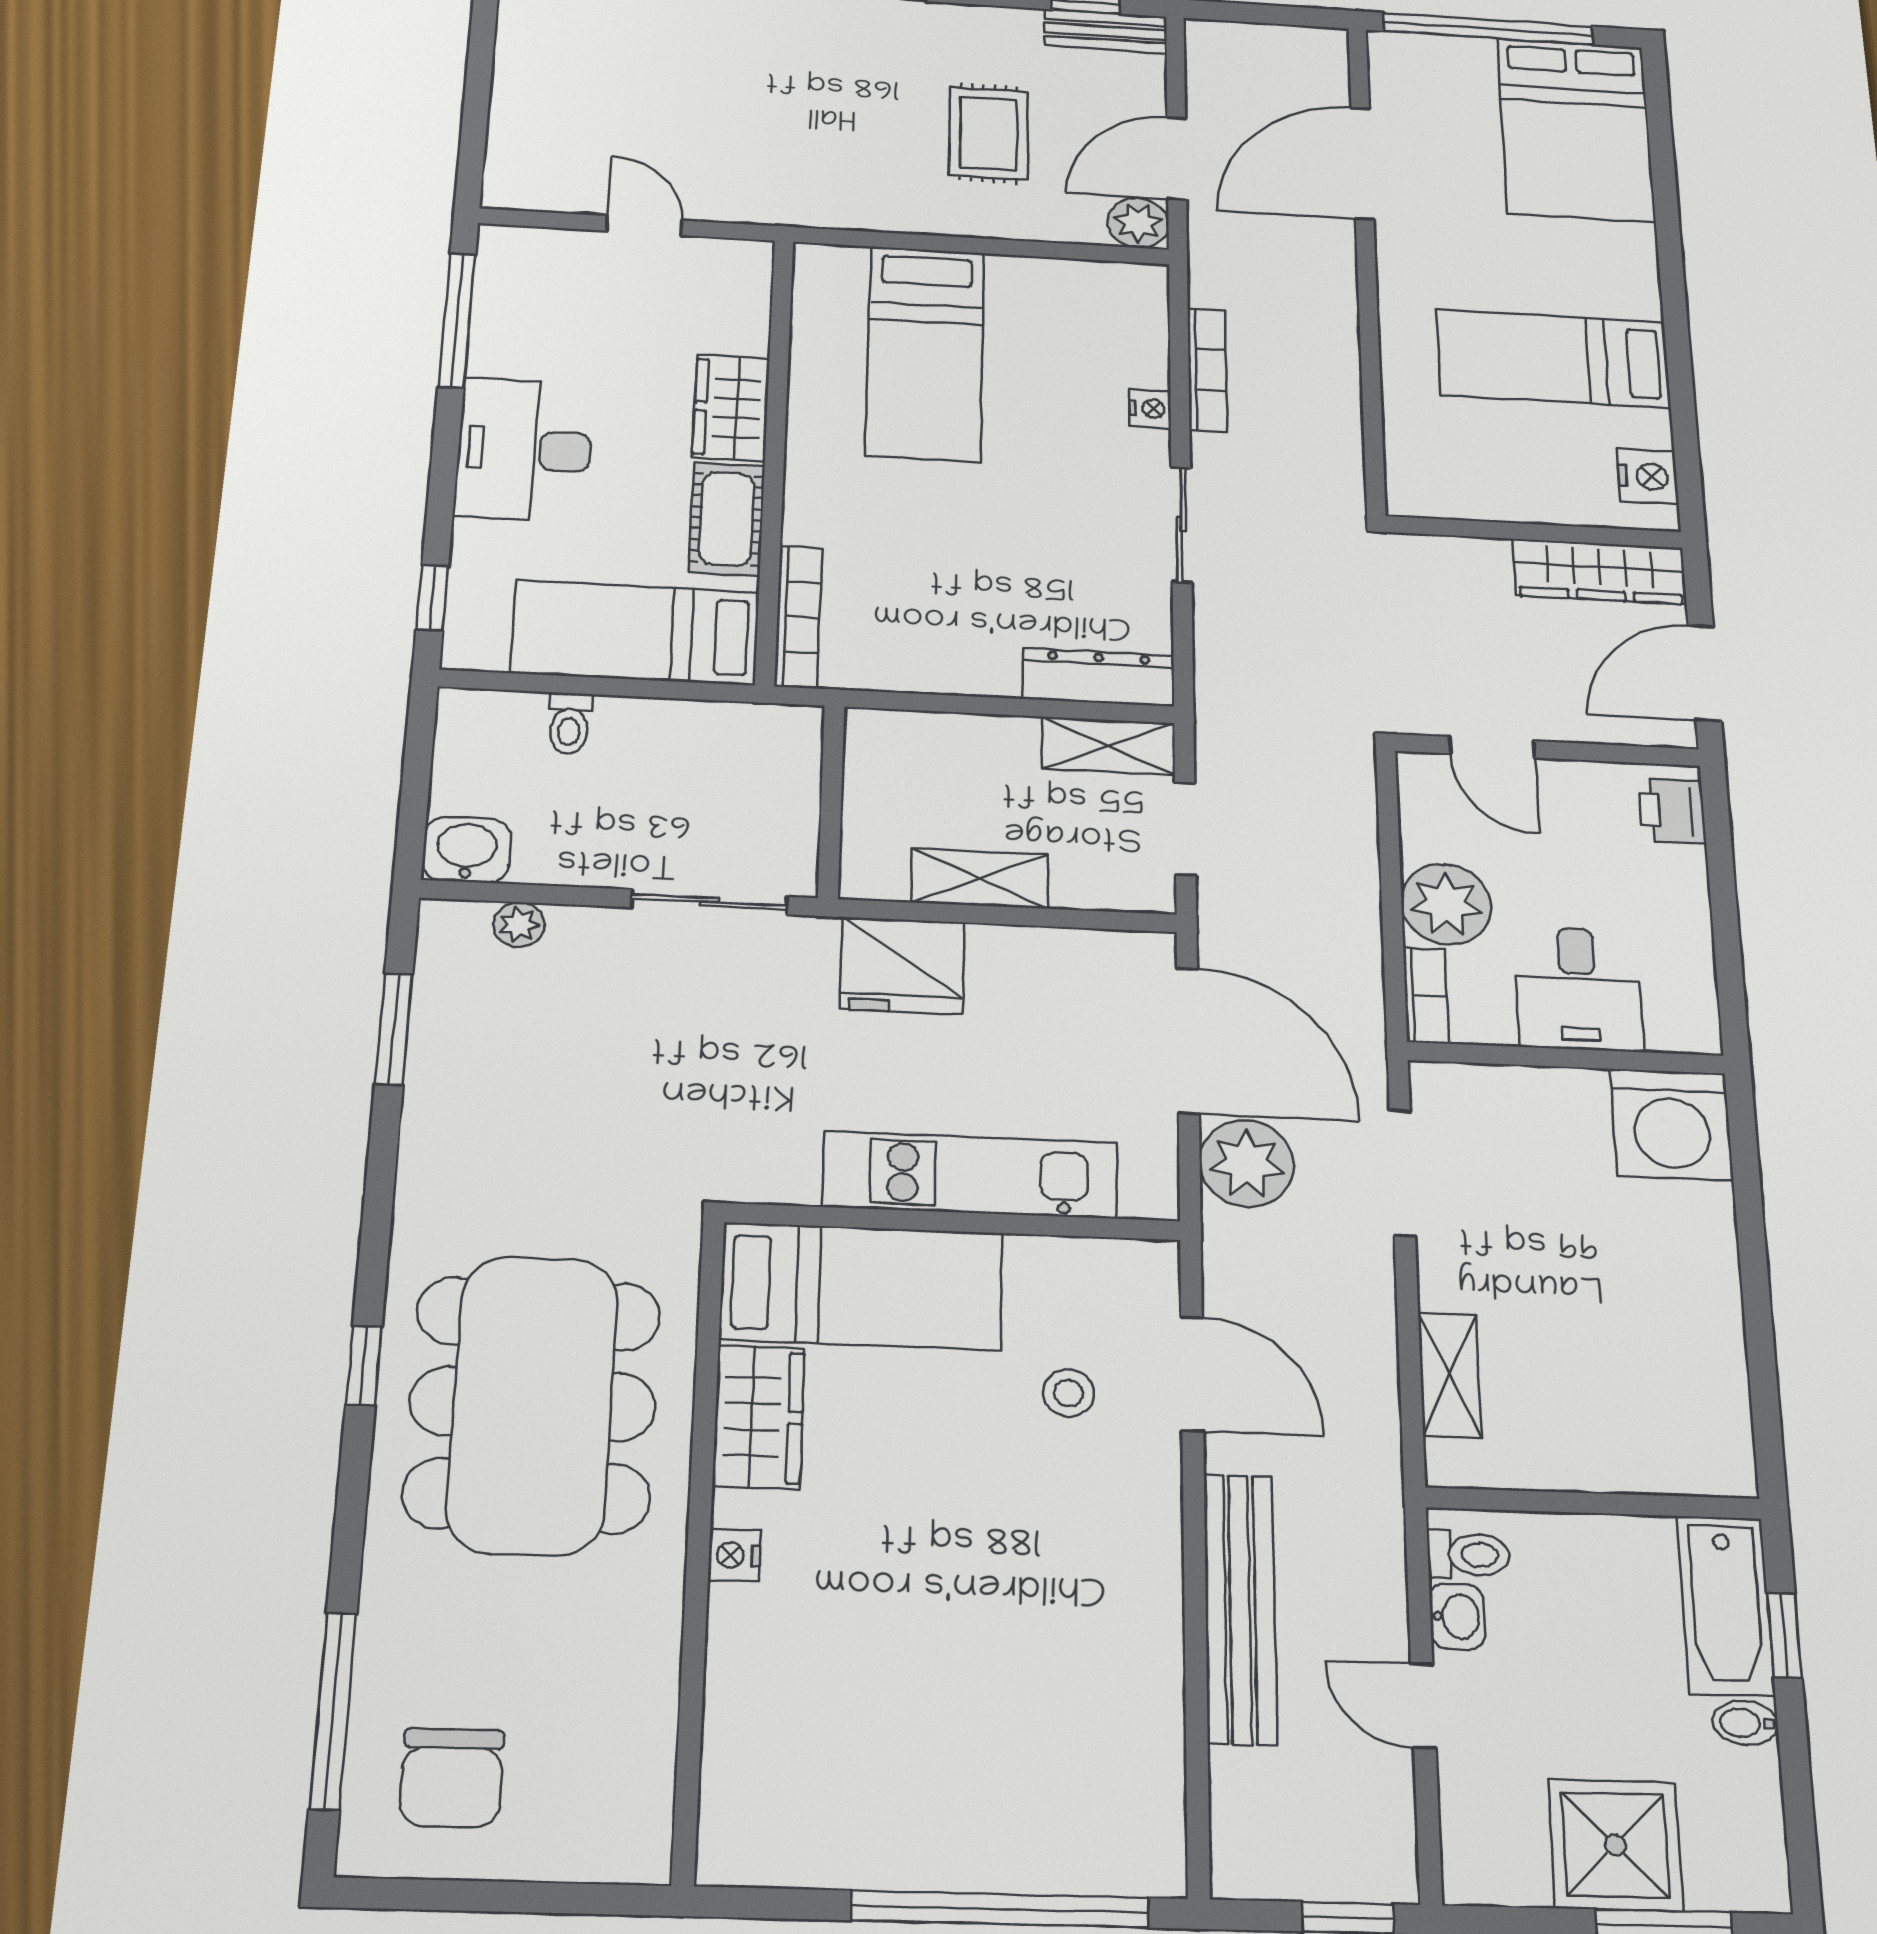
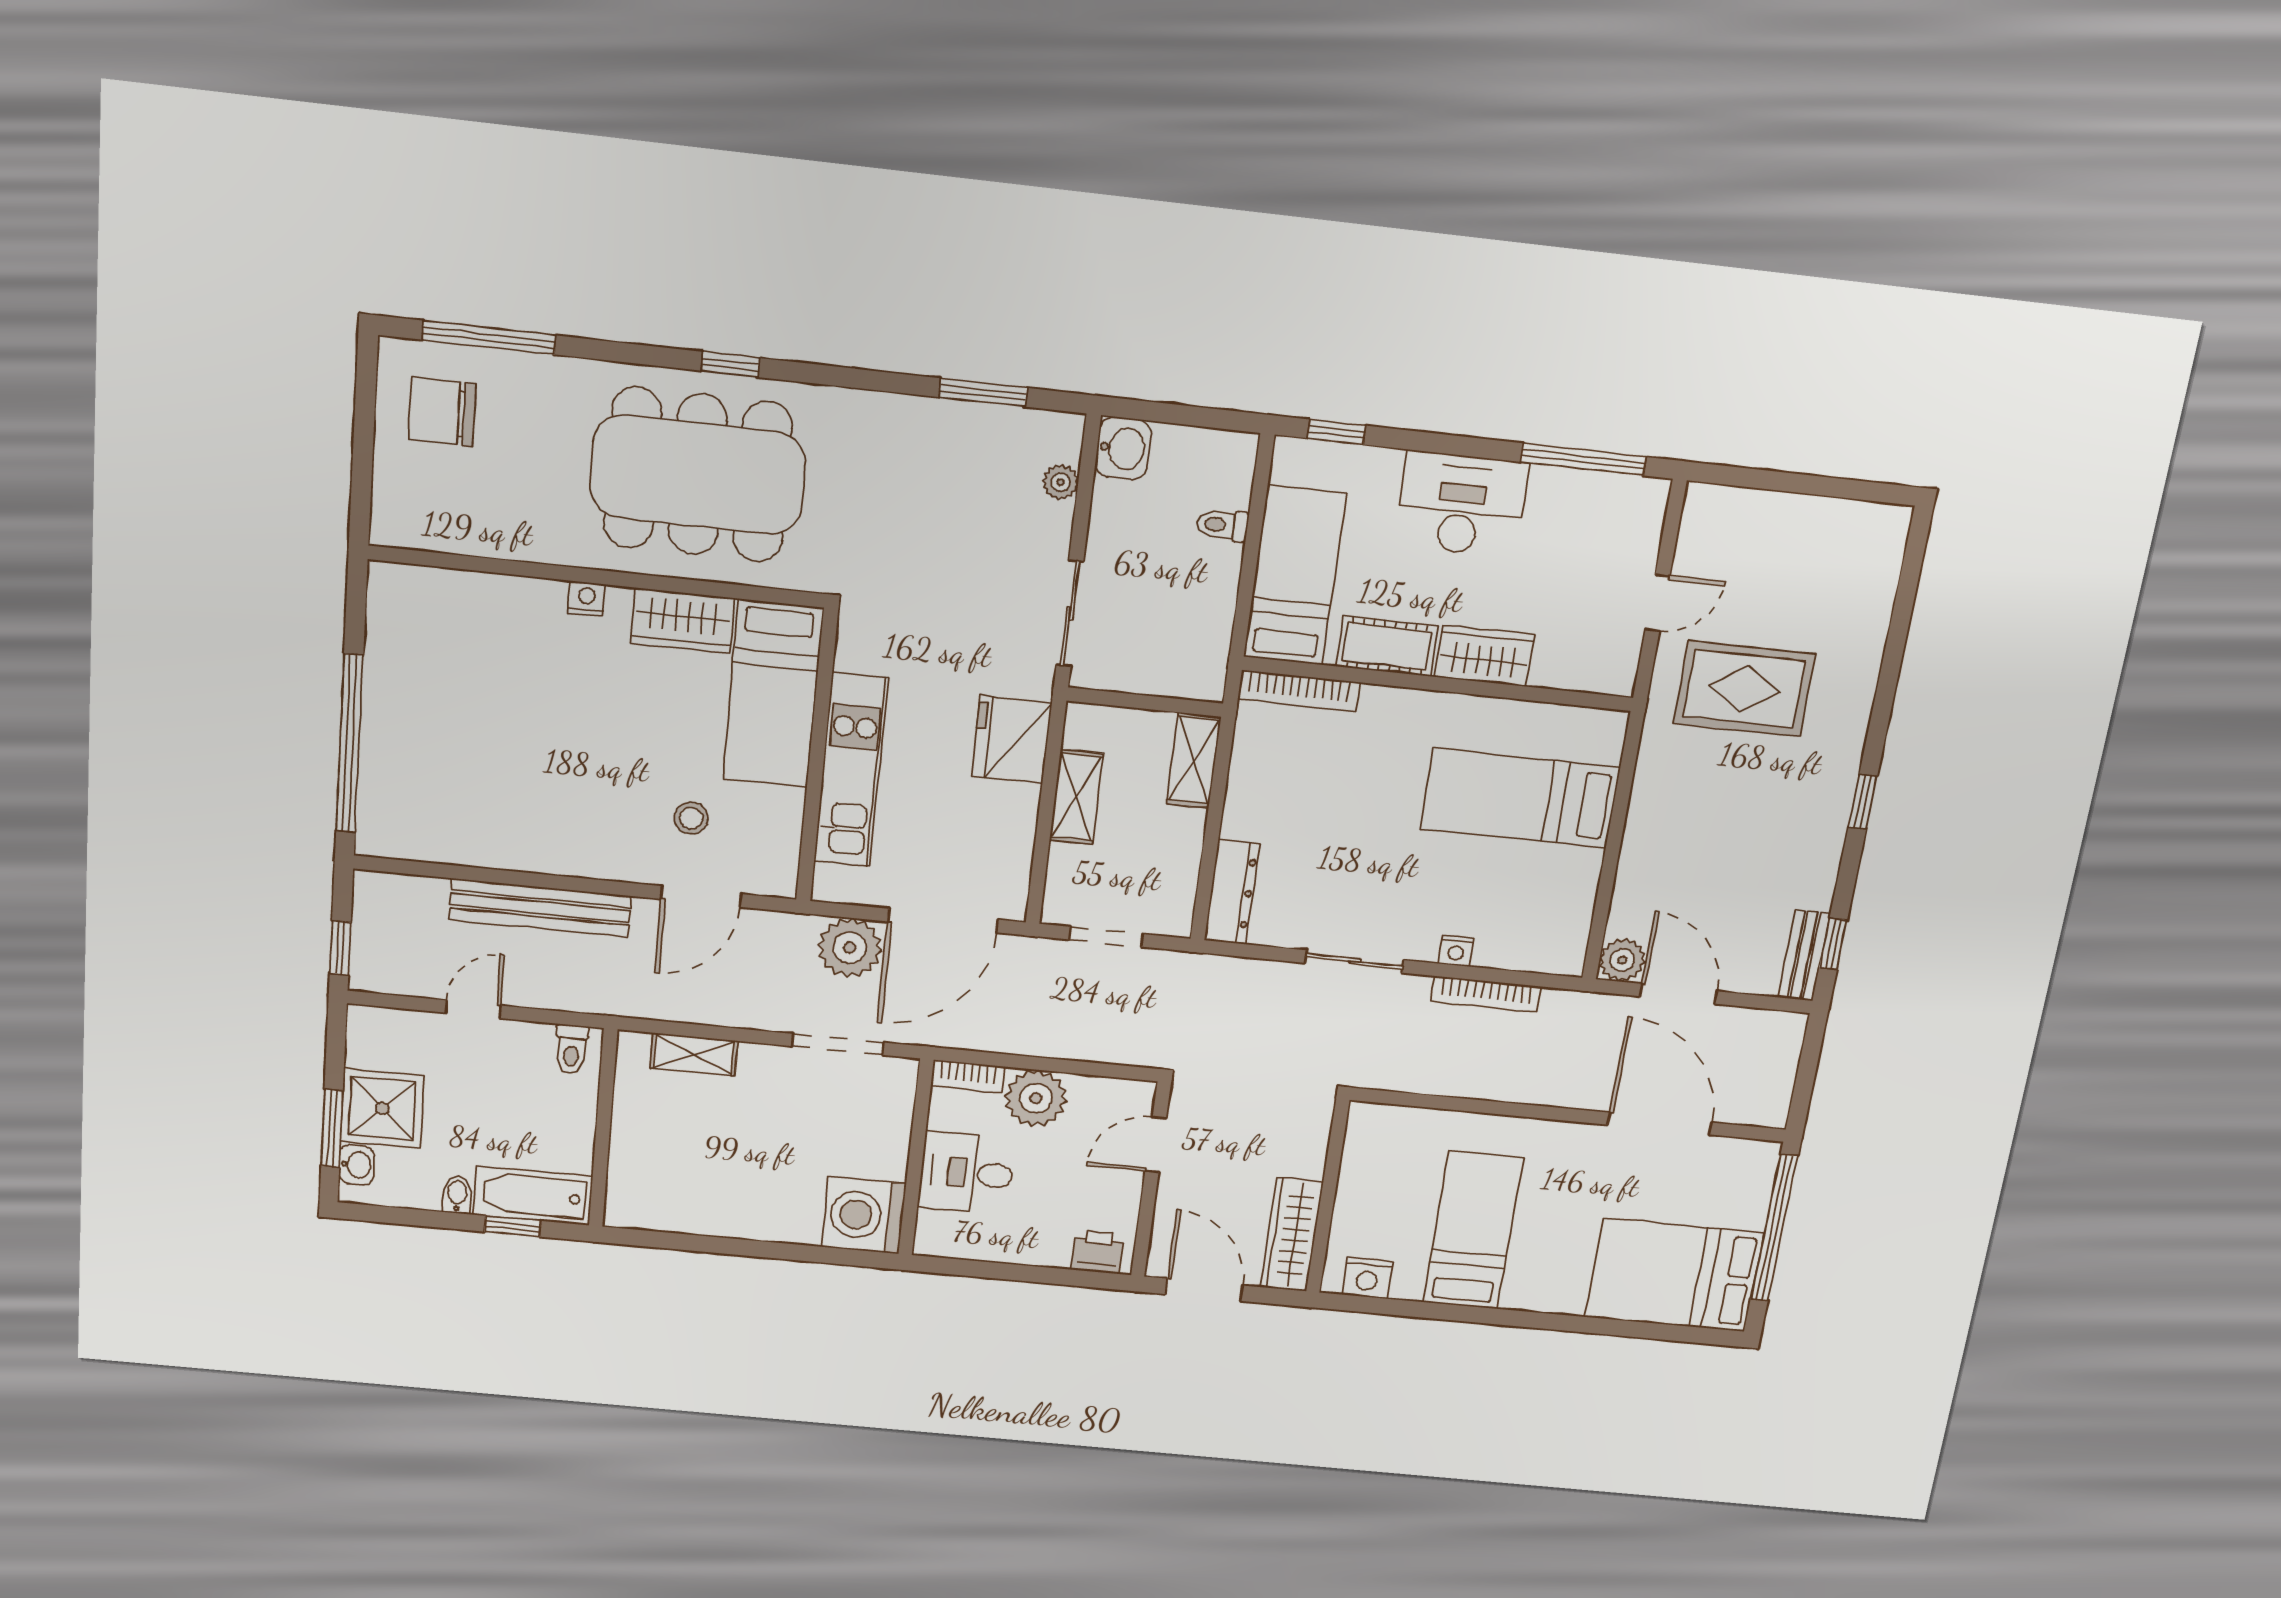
rug: (989, 133) -> (1744, 689), moved, width x1.36, depth x1.43
shelving: (1108, 746) -> (1194, 760), moved
washbasin: (1457, 1616) -> (356, 1165), moved, turned -90

